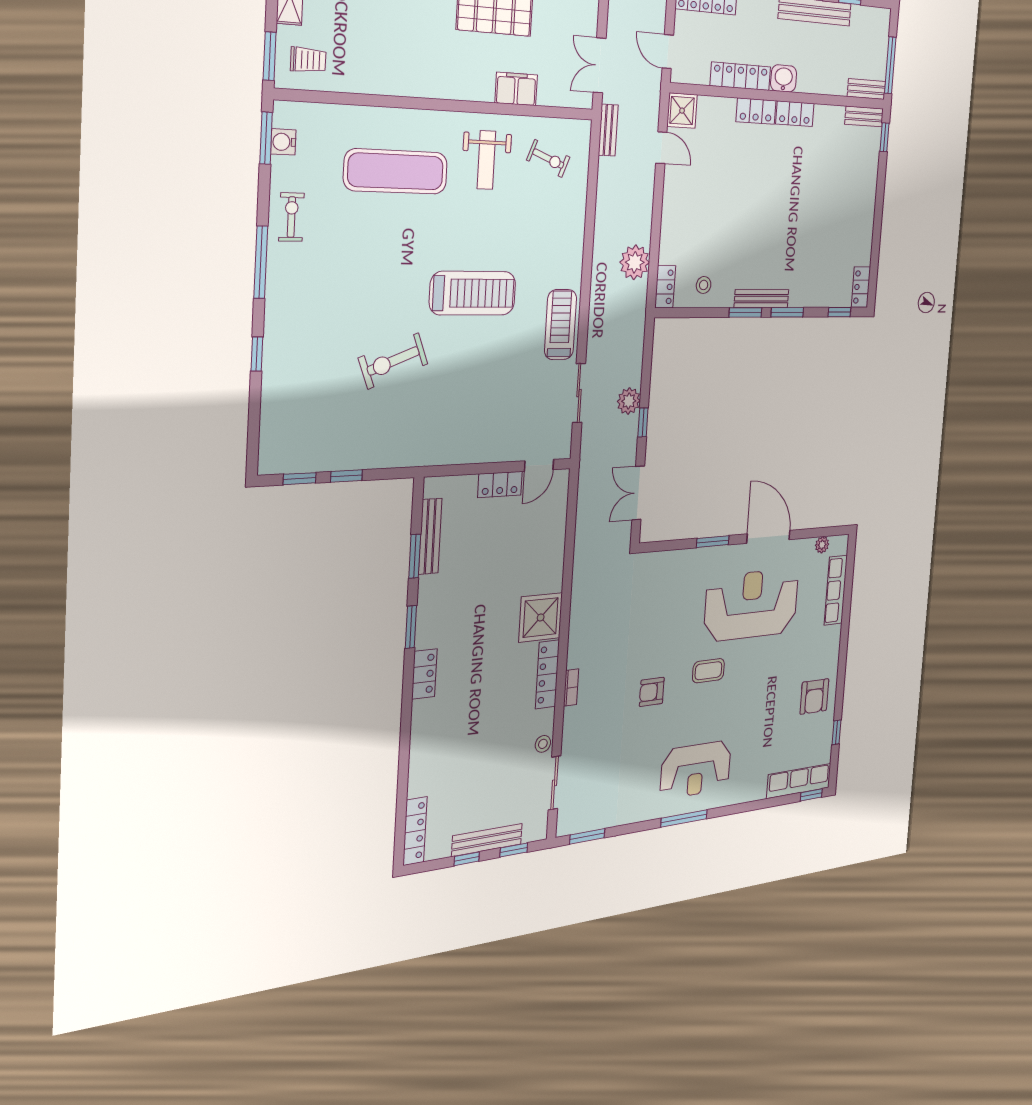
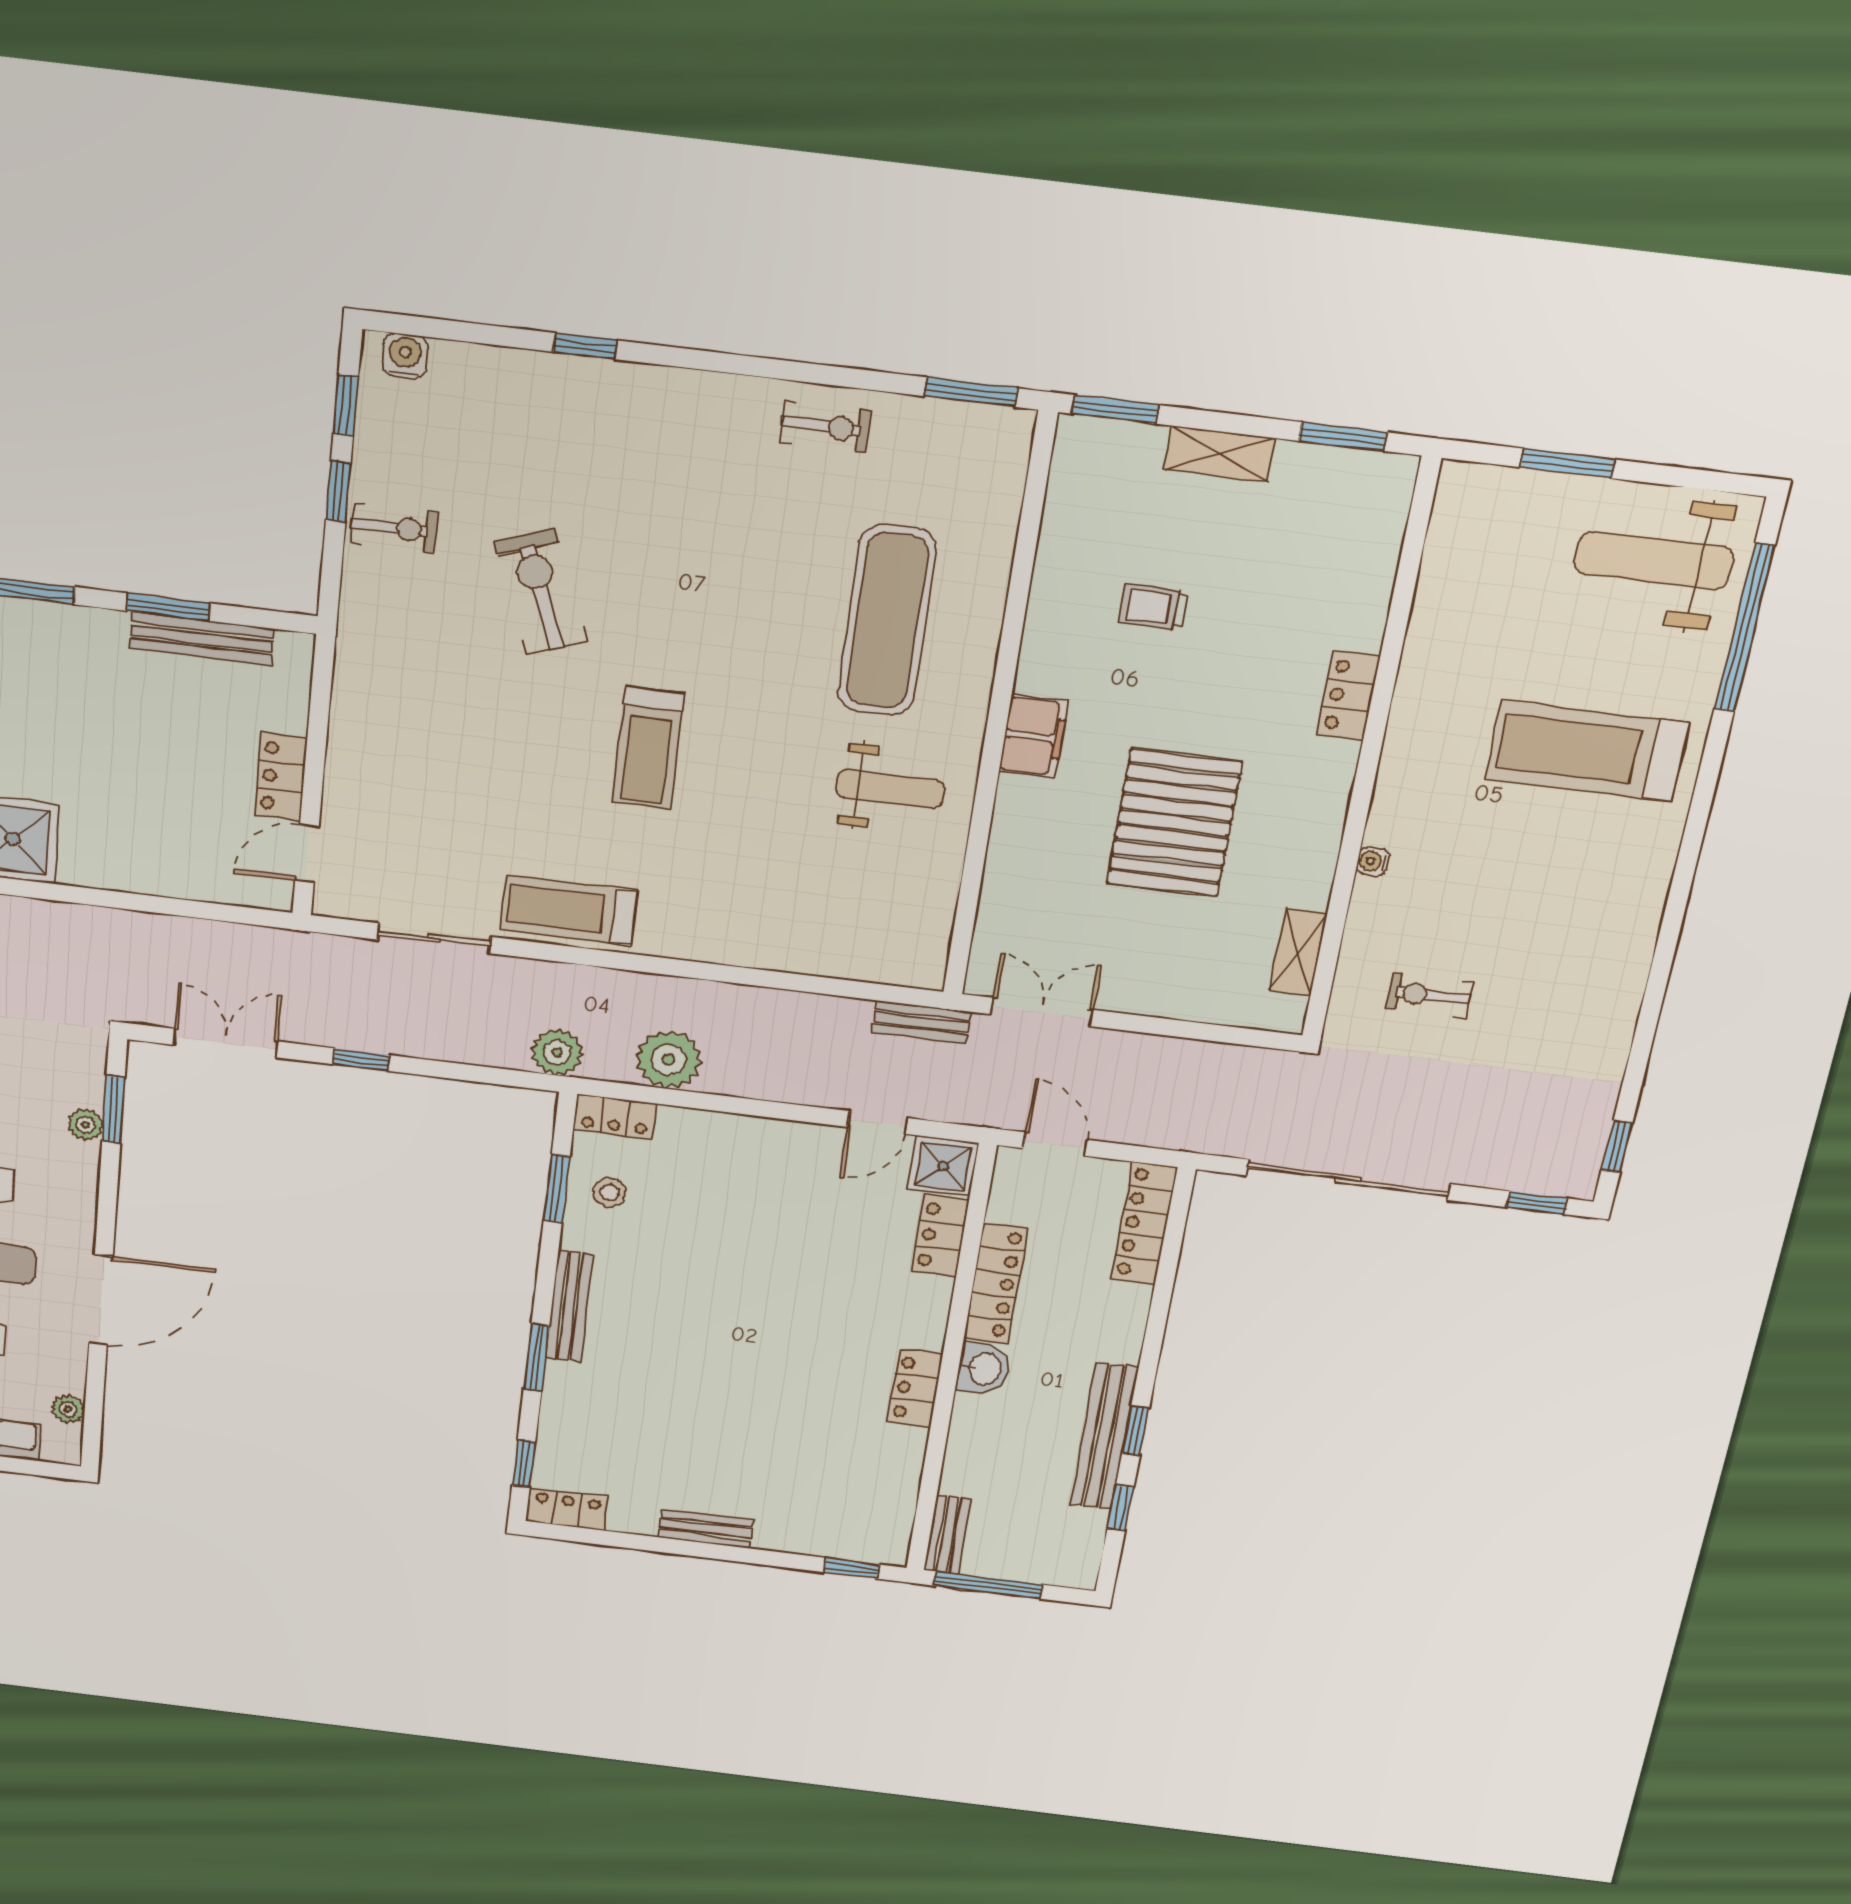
door: (668, 52) -> (1055, 1144), hinge flipped
trolley: (308, 60) -> (1153, 607), moved, turned 90
filing cabinet: (516, 89) -> (1033, 736), moved
locker: (756, 111) -> (940, 1236), moved
bench: (864, 116) -> (706, 1529), moved, turned 90
water cooler: (283, 142) -> (405, 356), moved
exercise bike: (548, 159) -> (394, 528), moved, turned -111
weight bench: (486, 160) -> (890, 789), turned 180
window: (261, 262) -> (750, 366), removed
treadmill: (473, 293) -> (648, 748), width x0.73, depth x0.73
window: (745, 312) -> (557, 1188), moved
treadmill: (561, 325) -> (569, 910), turned 180
plant: (629, 401) -> (557, 1052), moved
door: (539, 465) -> (307, 853), hinge flipped
window: (713, 542) -> (113, 1109), moved
plant: (683, 558) -> (85, 1125), added

